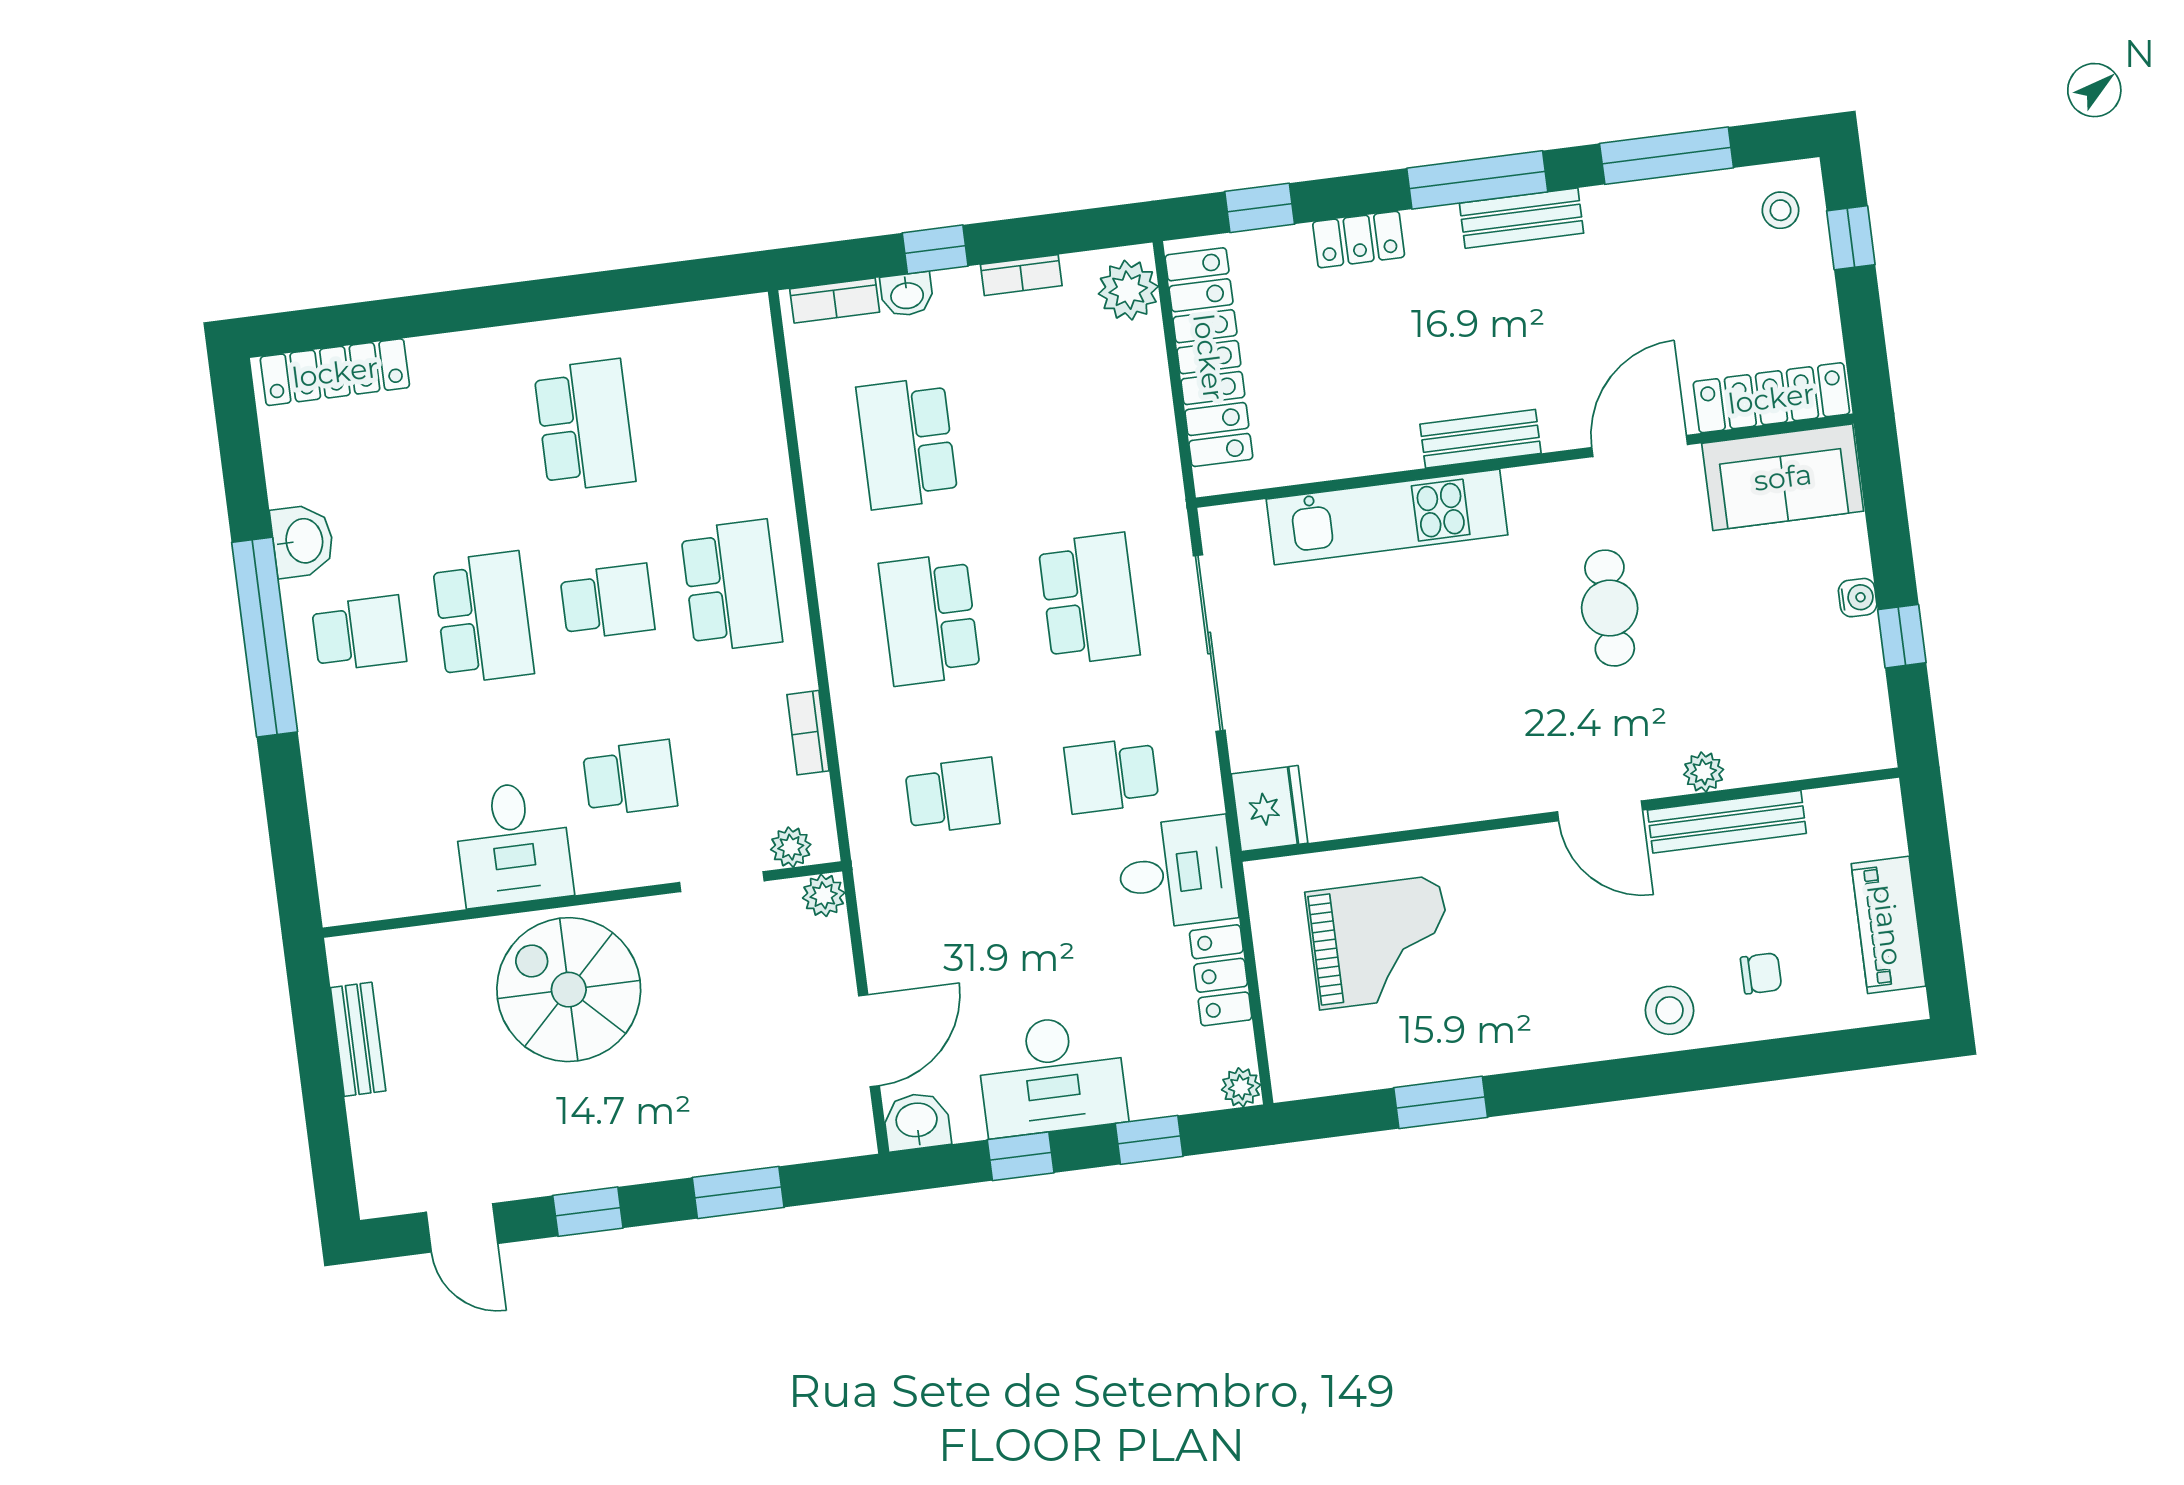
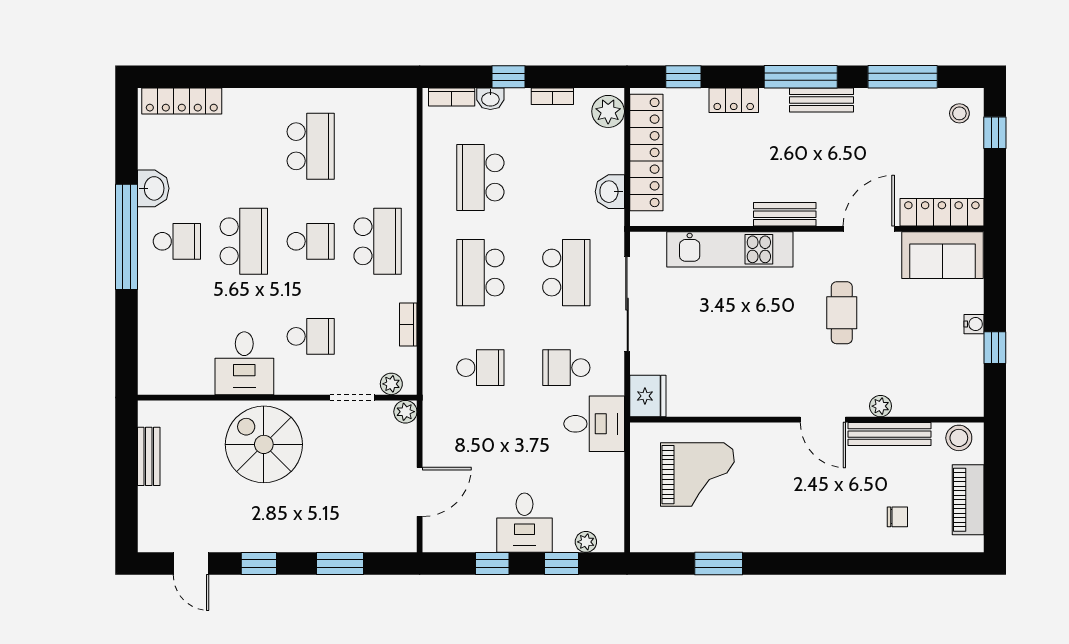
locker: (1221, 975) -> (611, 481), removed
stool: (1670, 1010) -> (959, 438), moved
desk: (1052, 1075) -> (524, 523), width x0.73
plant: (1241, 1087) -> (586, 542), moved
washbasin: (917, 1121) -> (610, 192), moved, turned -90

